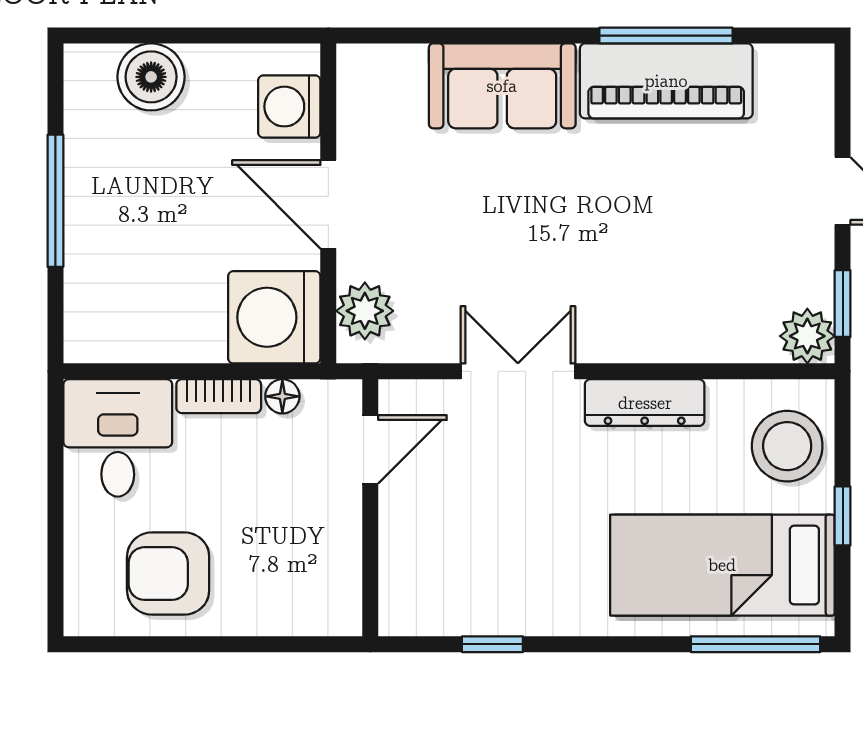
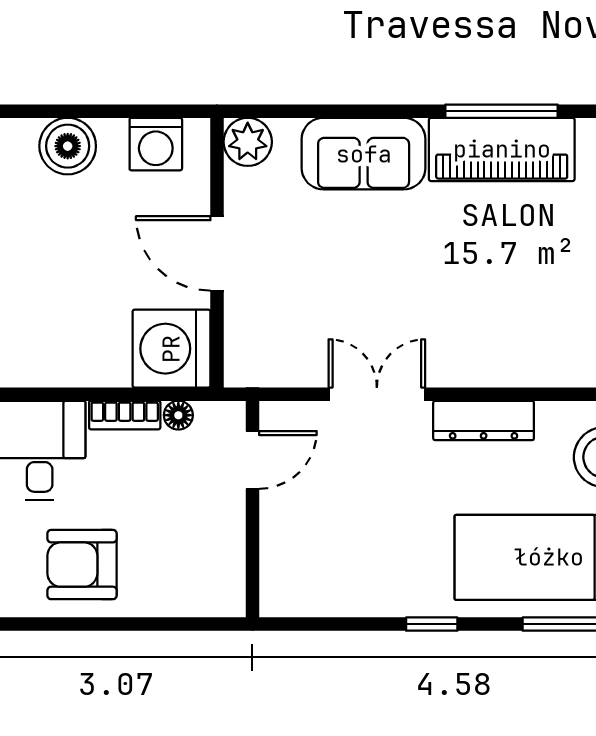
washing machine: (289, 107) -> (156, 144), moved, turned -90
plant: (365, 311) -> (248, 142), moved
window: (492, 644) -> (432, 624), moved

